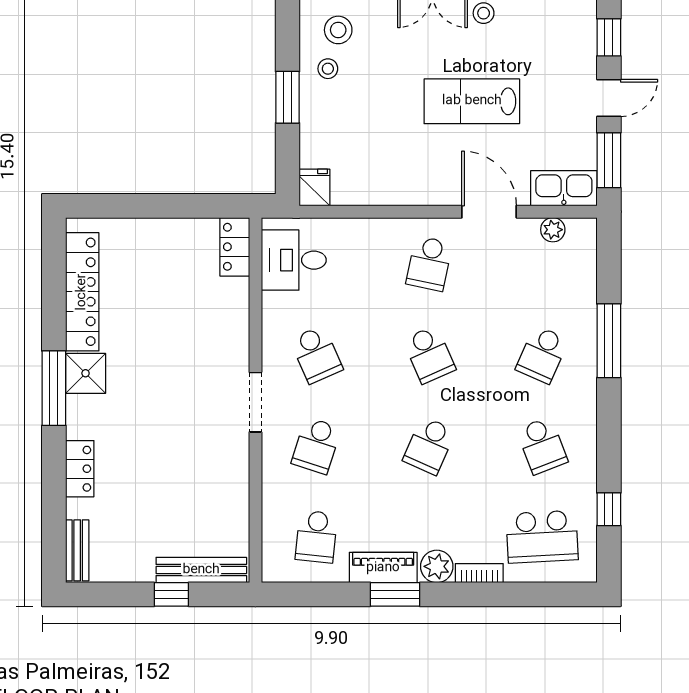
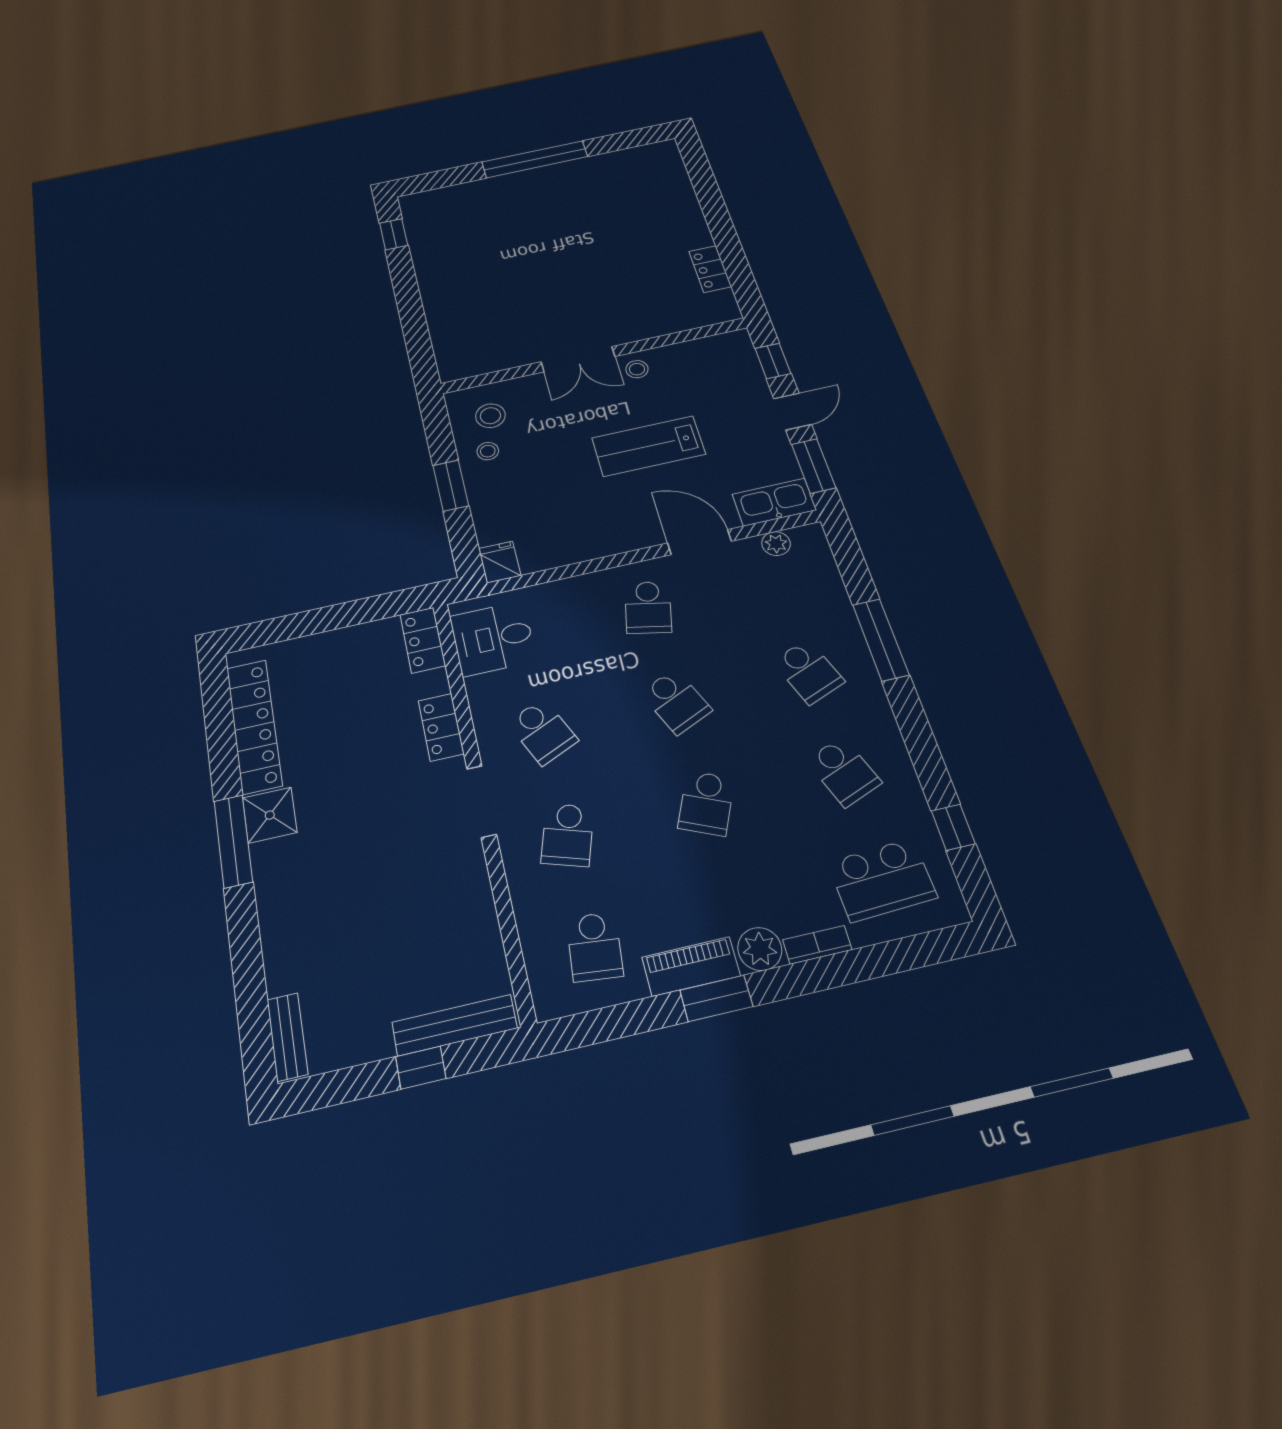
school desk: (542, 355) -> (808, 672), turned -45
locker: (80, 469) -> (441, 727), moved, turned 180

